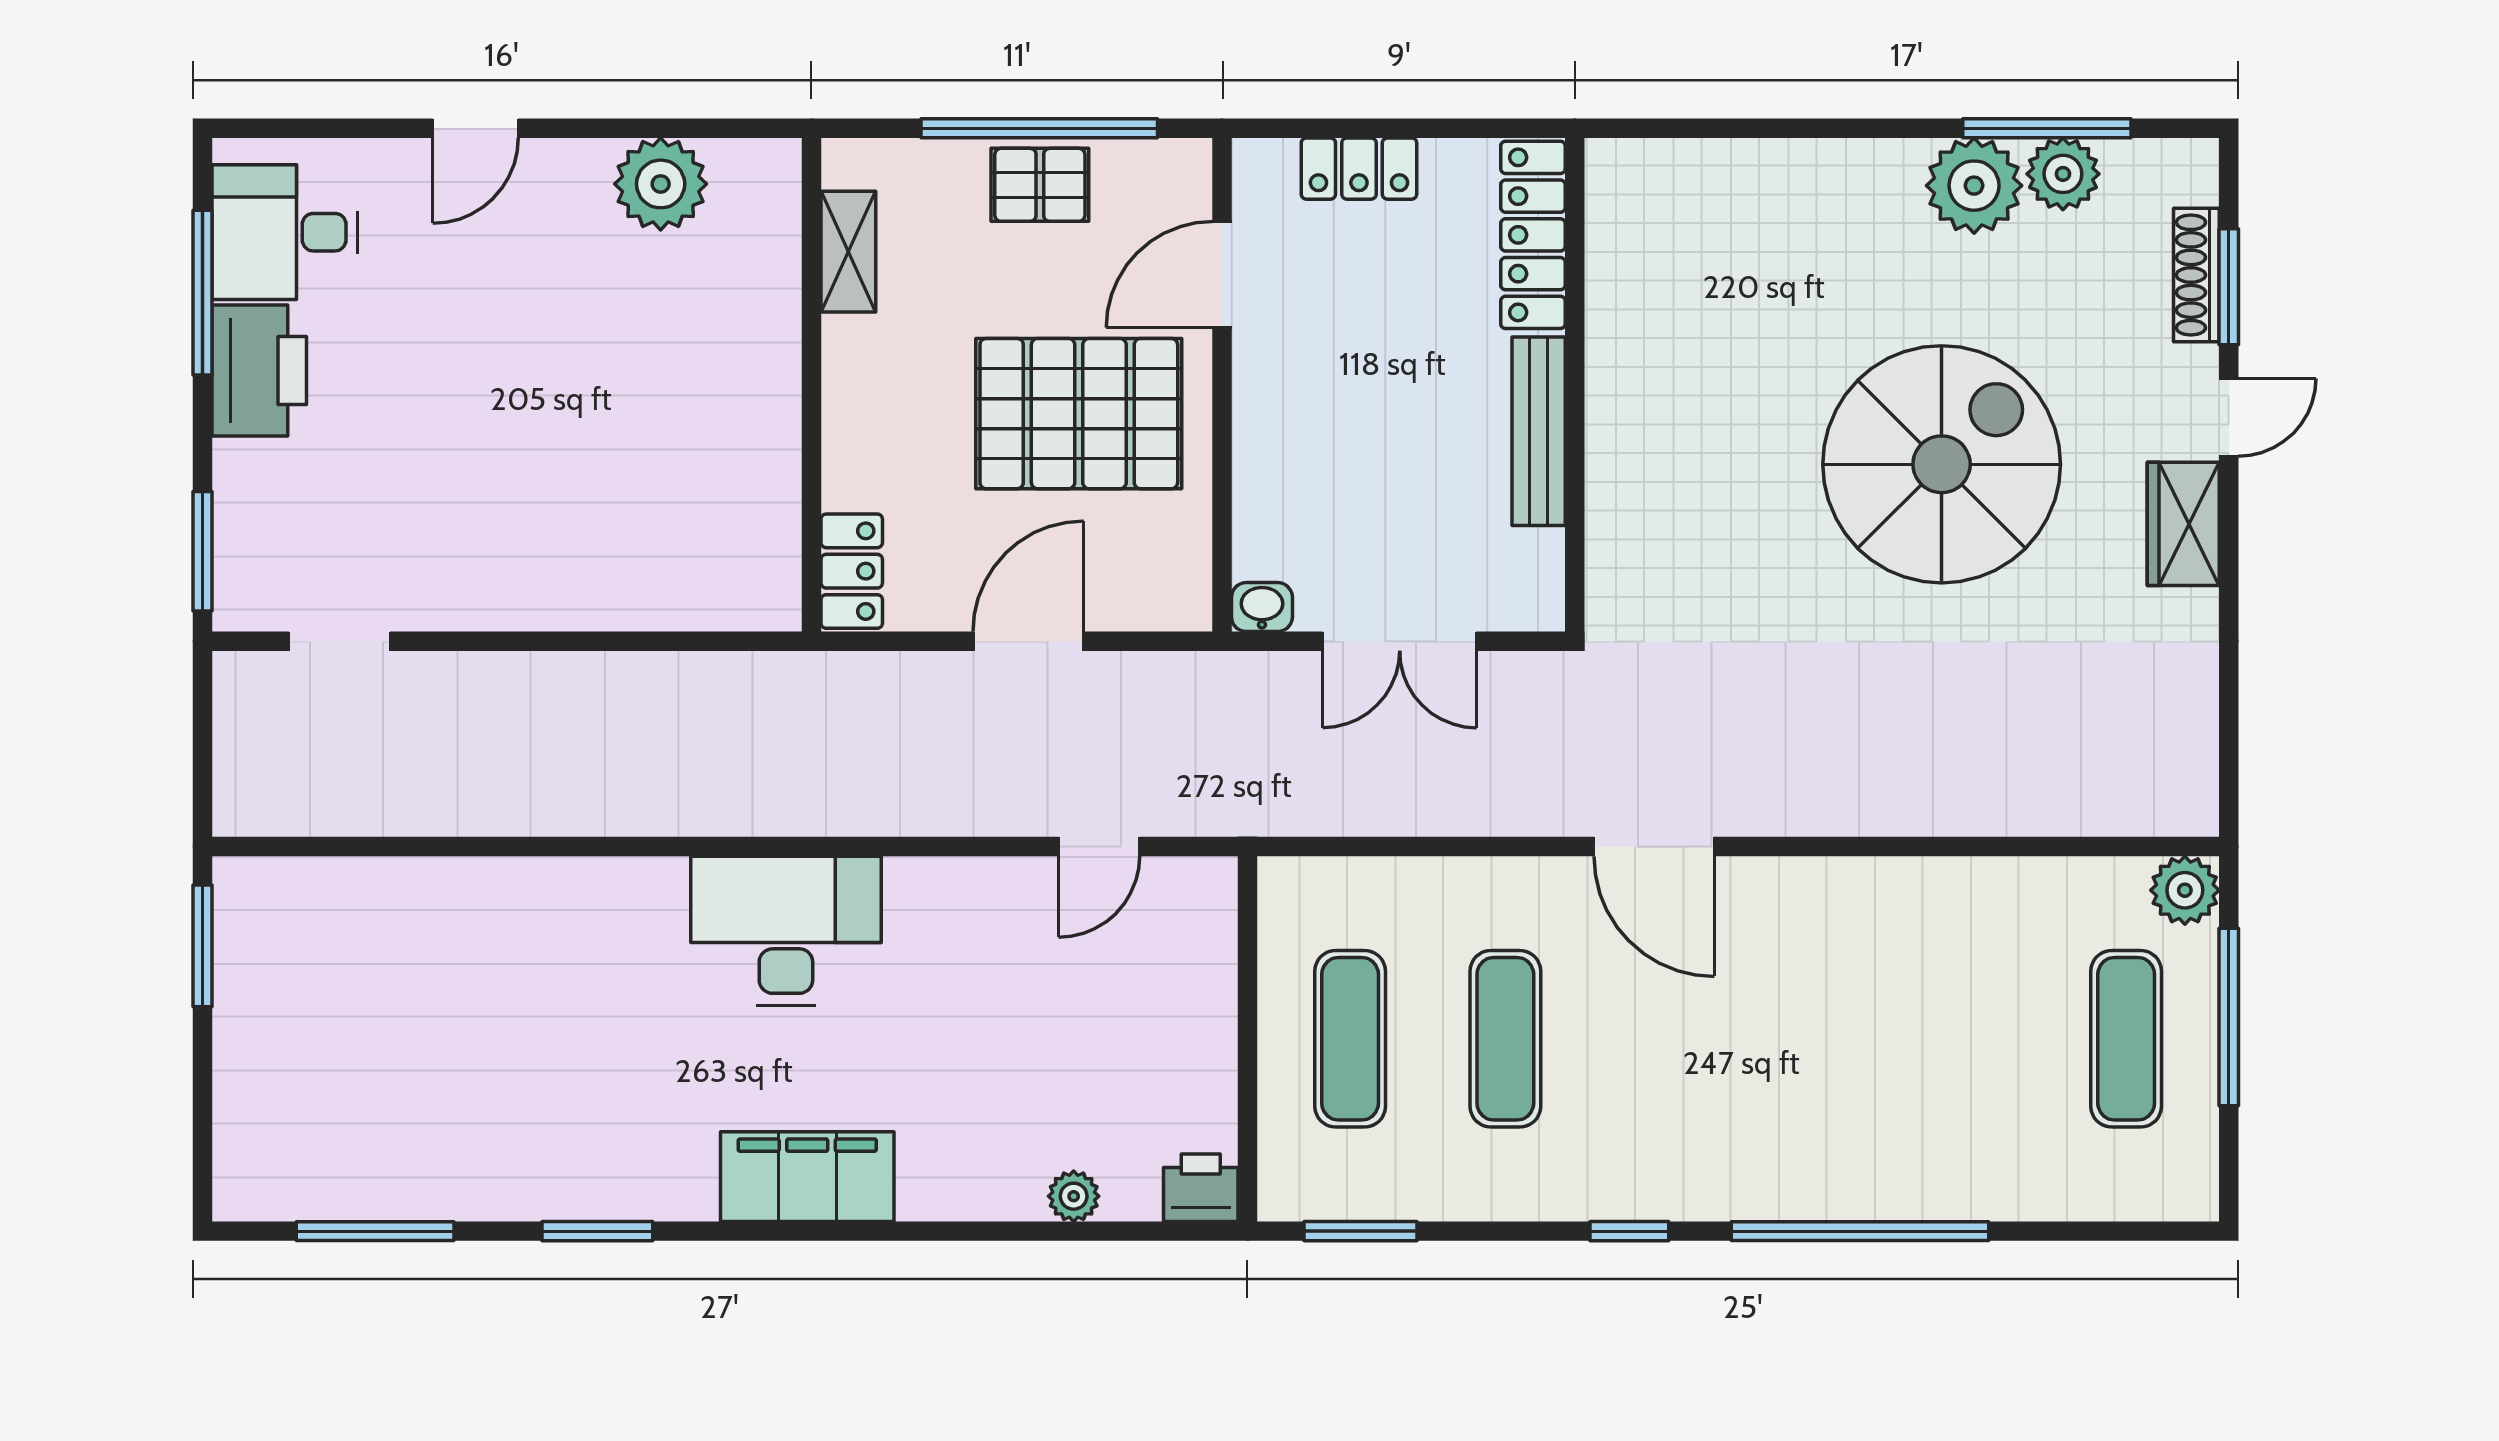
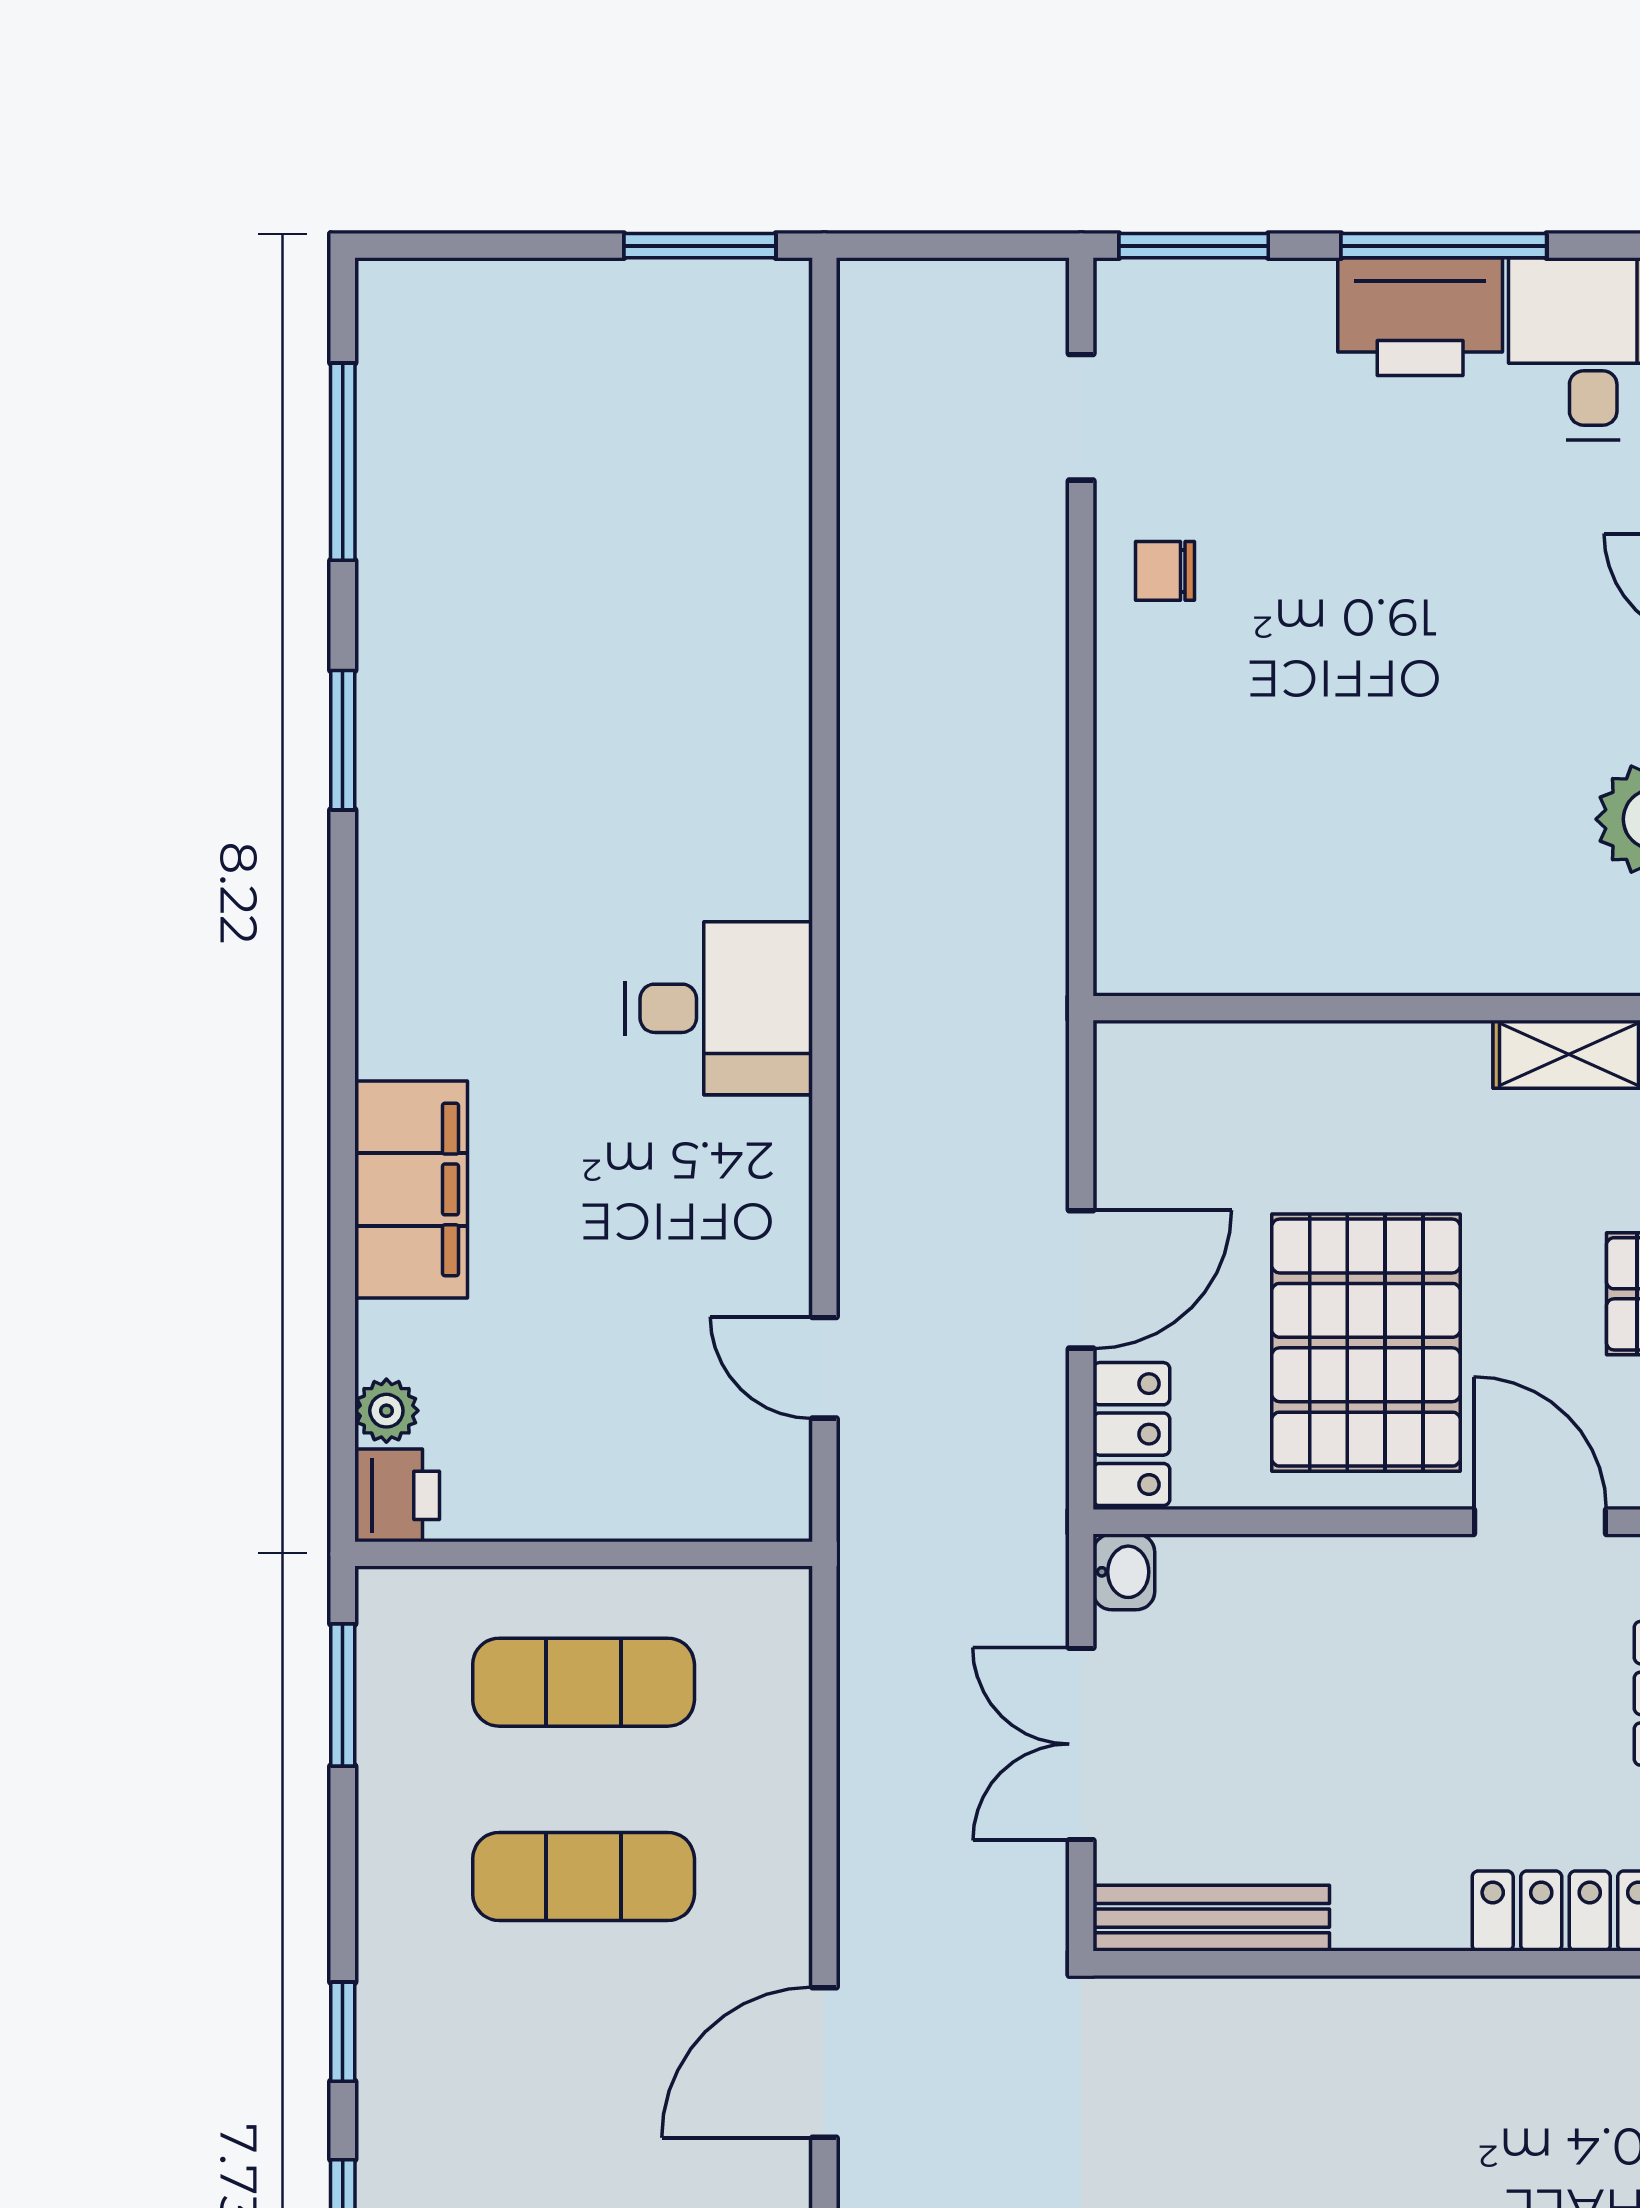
window: (202, 293) -> (1444, 246), moved
bench: (1539, 431) -> (1211, 1918), moved
locker: (852, 571) -> (1131, 1434), moved, turned -90
chair: (462, 574) -> (1165, 571), added
door: (1028, 641) -> (1081, 1279), hinge flipped
desk: (786, 931) -> (719, 1008), width x0.73
filing cabinet: (807, 1177) -> (411, 1189), moved
plant: (1074, 1196) -> (386, 1411), moved

